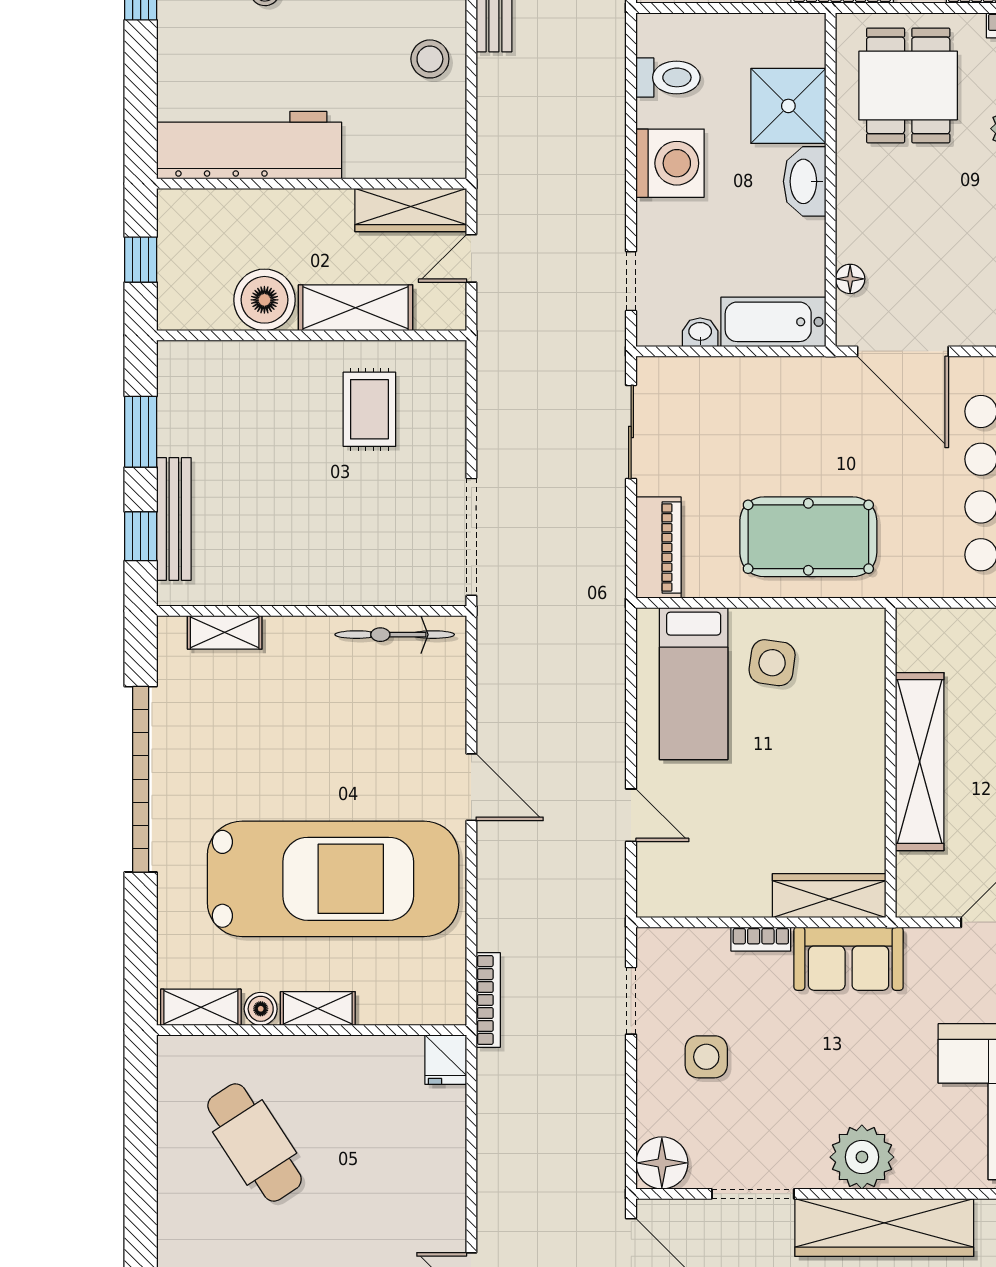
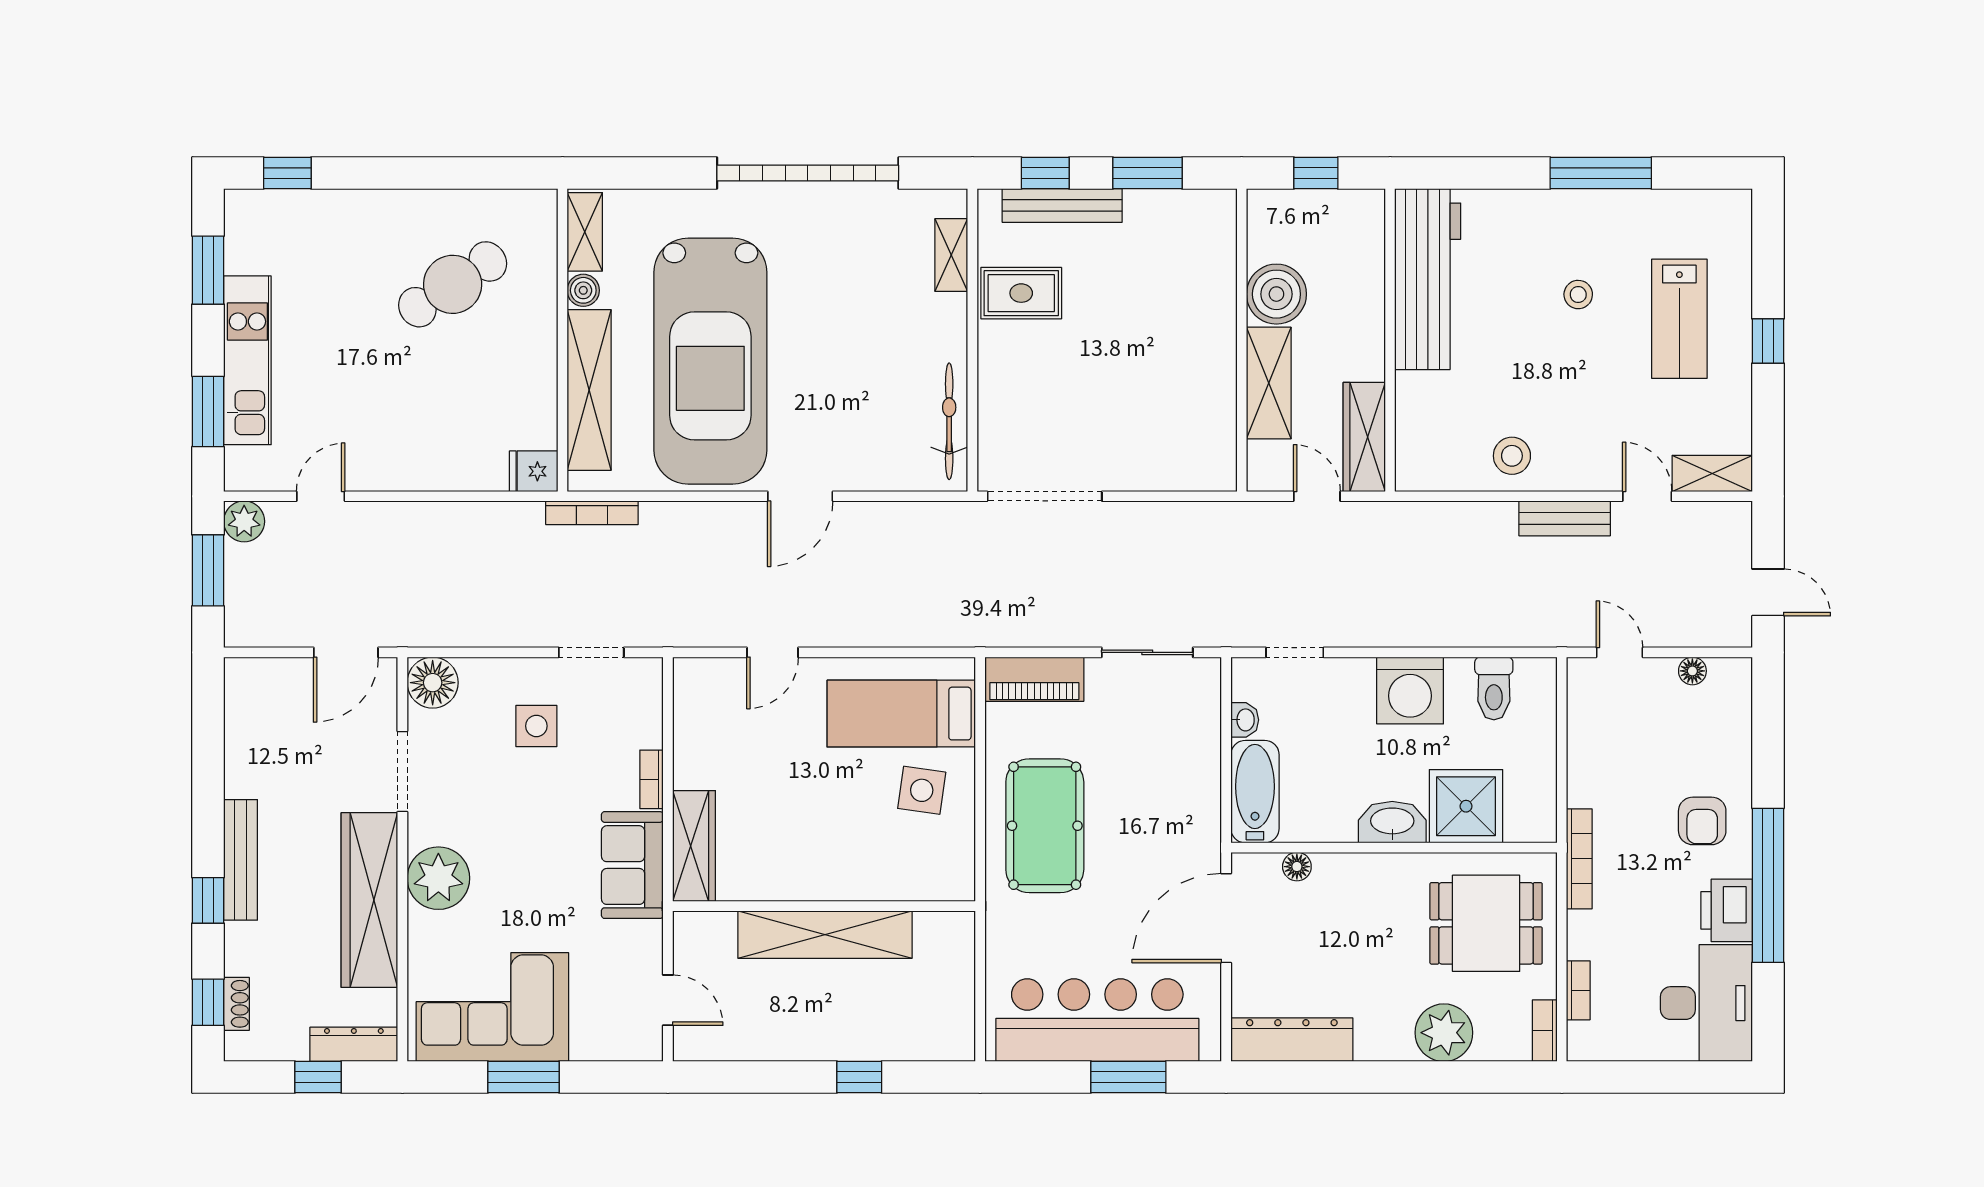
rug: (369, 409) -> (1021, 293), moved
shelving: (318, 1008) -> (589, 390), width x2.20, depth x1.33

